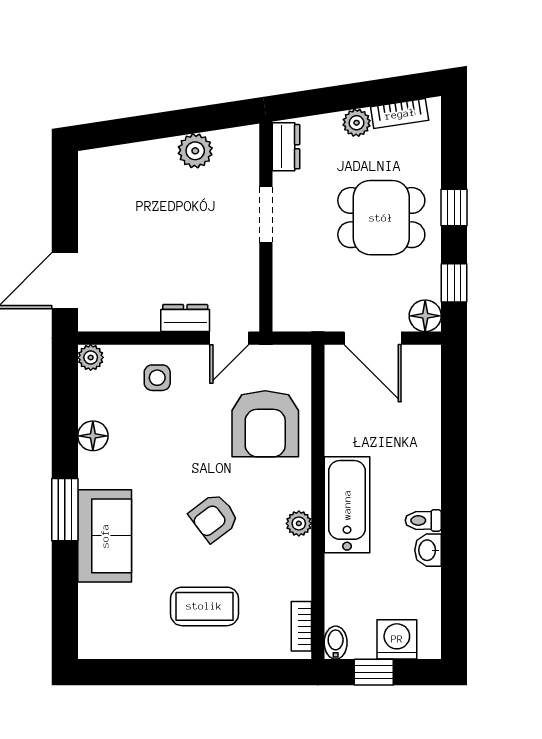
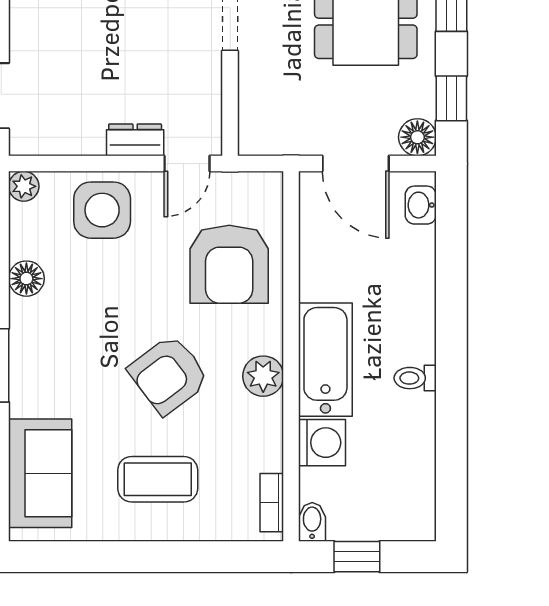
side table: (157, 378) -> (102, 210), width x1.87, depth x1.87
armchair: (214, 518) -> (169, 375), width x1.38, depth x1.38
plant: (299, 523) -> (263, 376), width x1.38, depth x1.38
sofa: (105, 536) -> (40, 473), moved
washbasin: (428, 550) -> (421, 205), moved
washing machine: (397, 639) -> (322, 443), moved, turned 90

